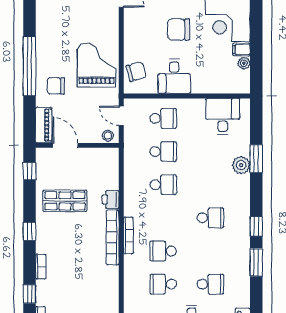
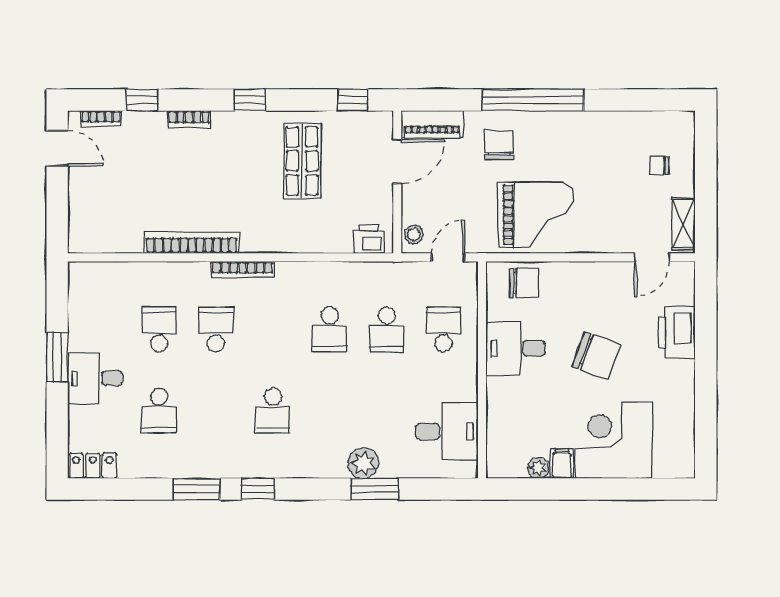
chair: (178, 30) -> (596, 356), turned 110
chair: (136, 72) -> (524, 283), turned -74
school desk: (163, 118) -> (444, 329), turned 180
printer: (111, 199) -> (369, 239), moved
bookcase: (113, 237) -> (192, 243), moved

